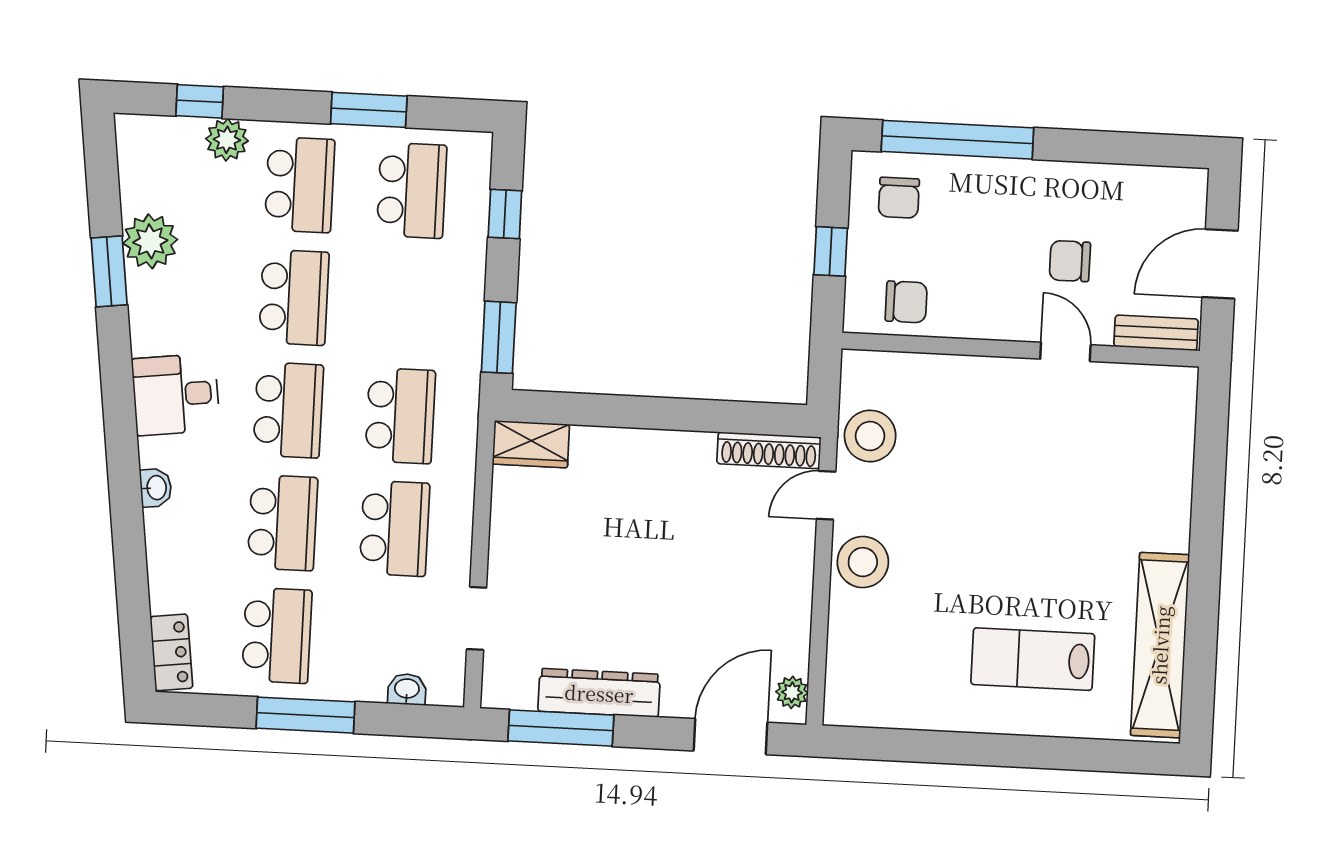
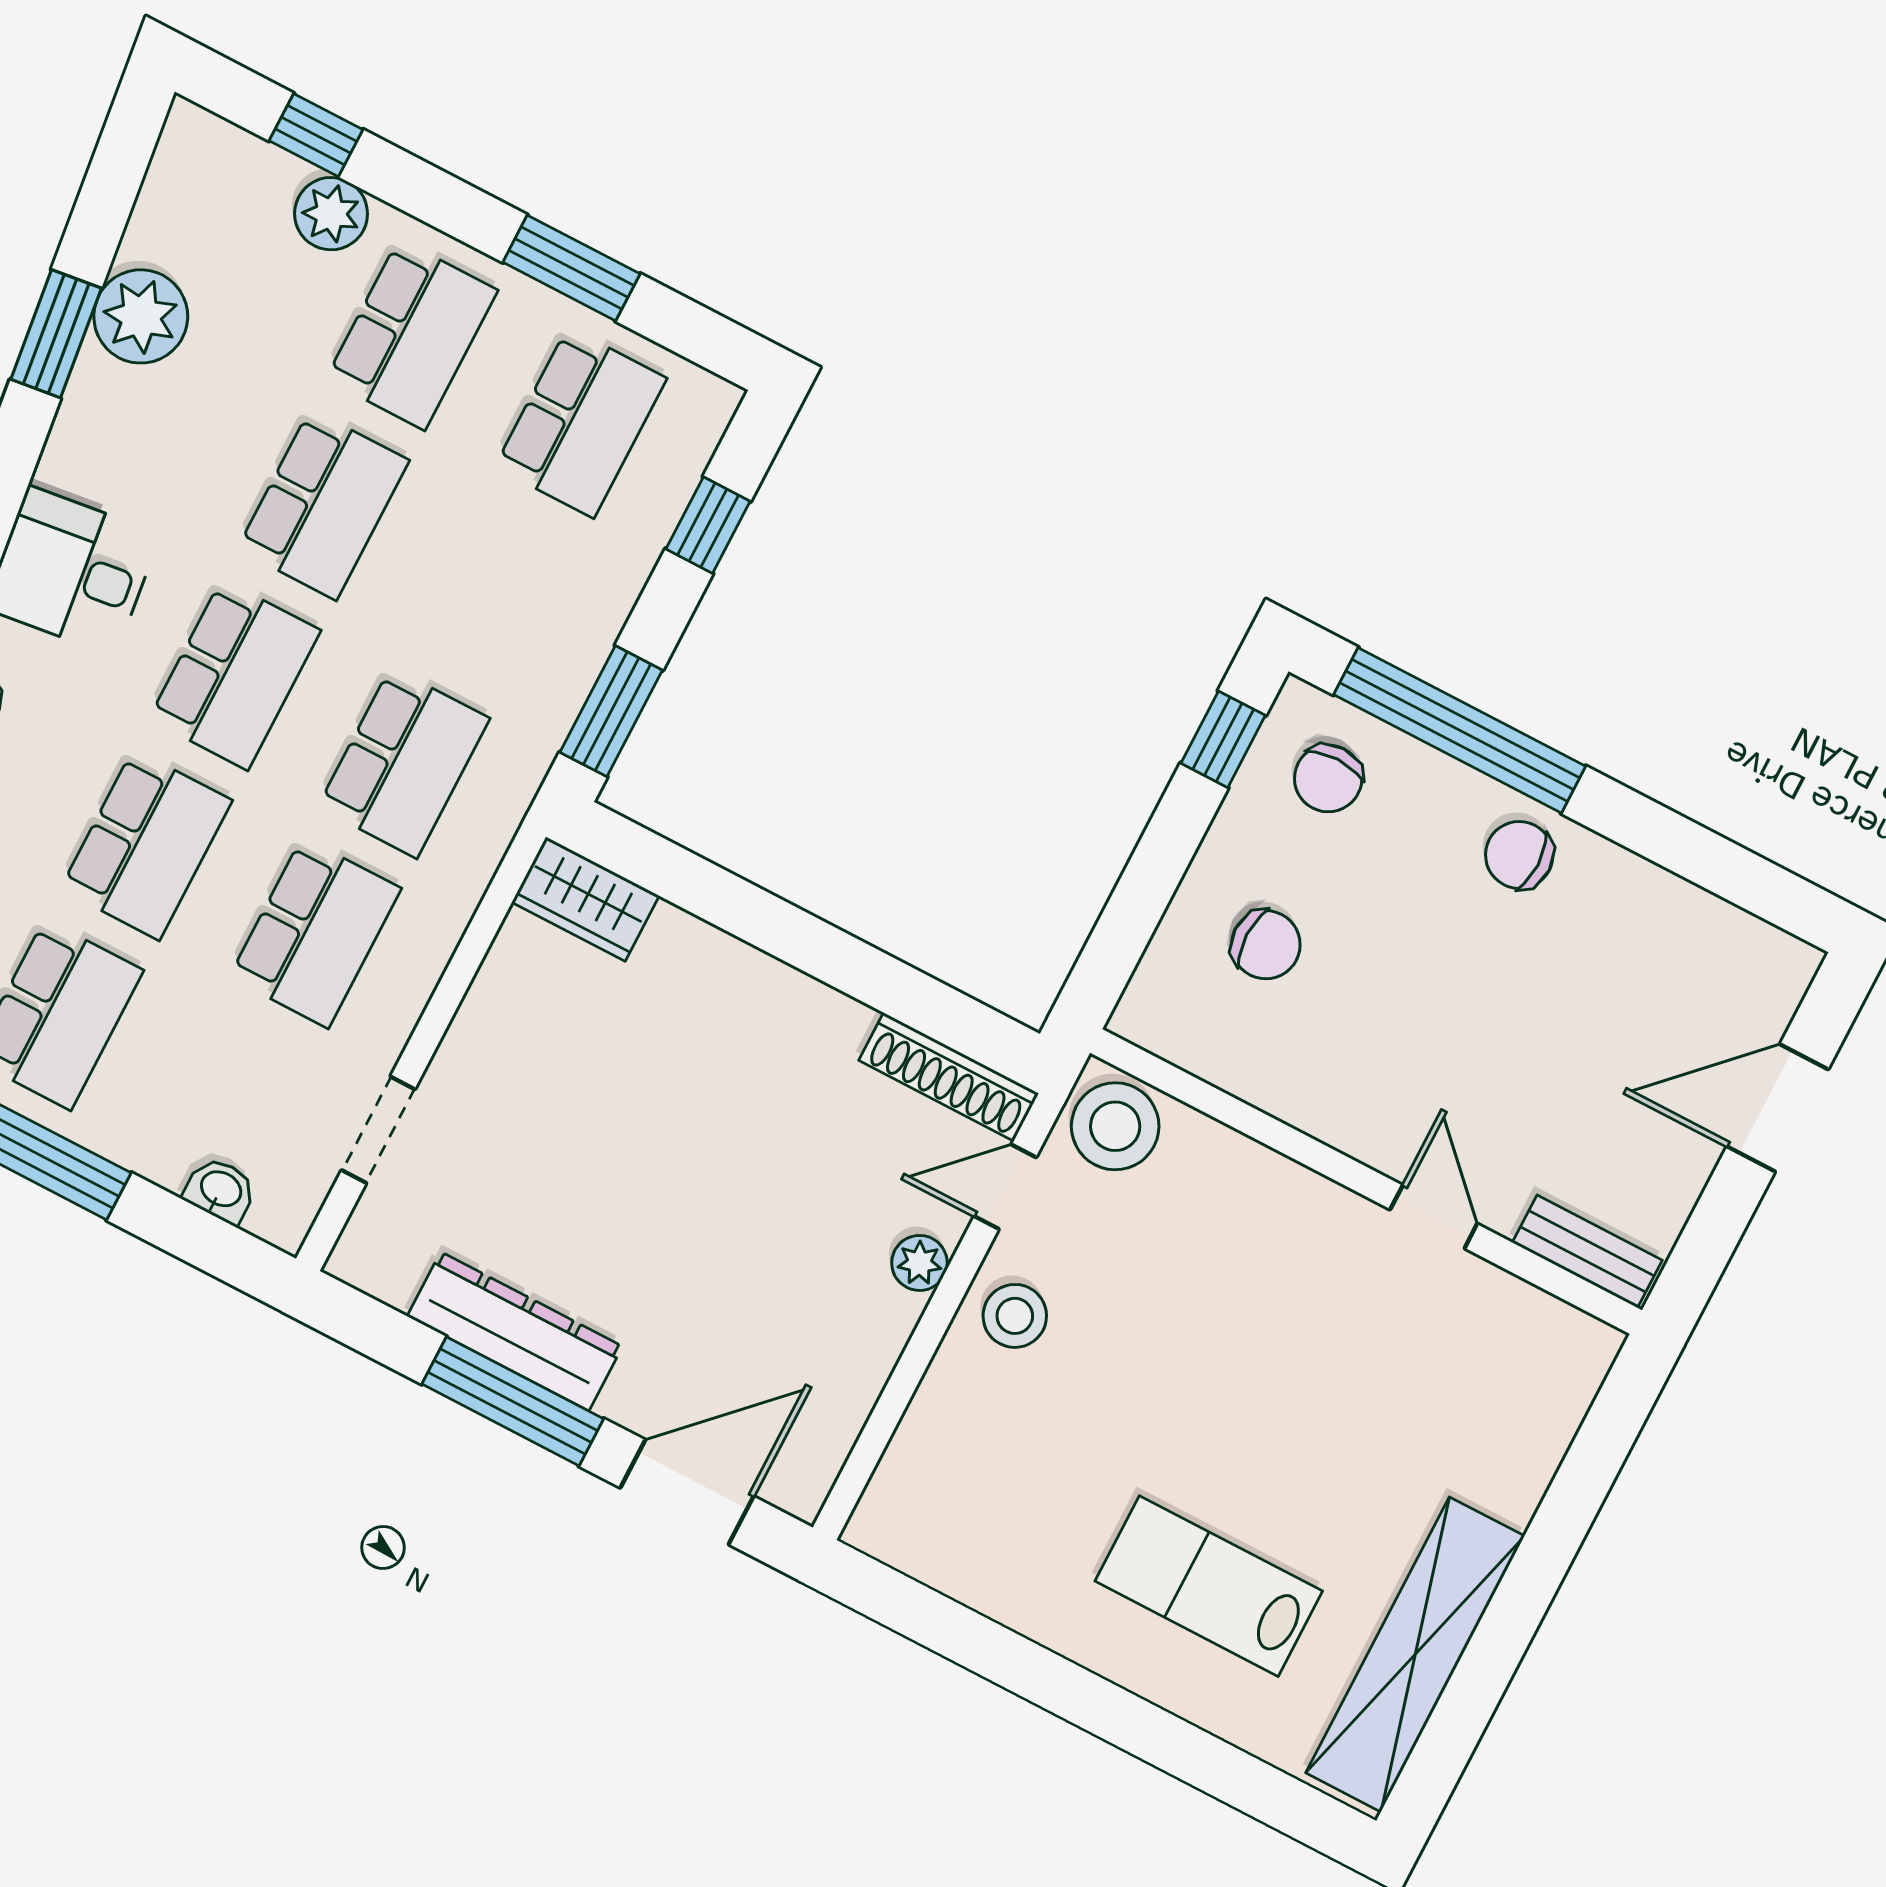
window: (831, 251) -> (1223, 739), moved
chair: (1070, 261) -> (1519, 855), moved
bench: (1156, 333) -> (1587, 1251), moved
wall: (1021, 350) -> (1366, 1182), moved
door: (1065, 352) -> (1434, 1217), moved
stool: (863, 562) -> (1015, 1316), width x0.73, depth x0.73
plant: (792, 692) -> (919, 1263), moved
window: (561, 728) -> (513, 1401), moved

